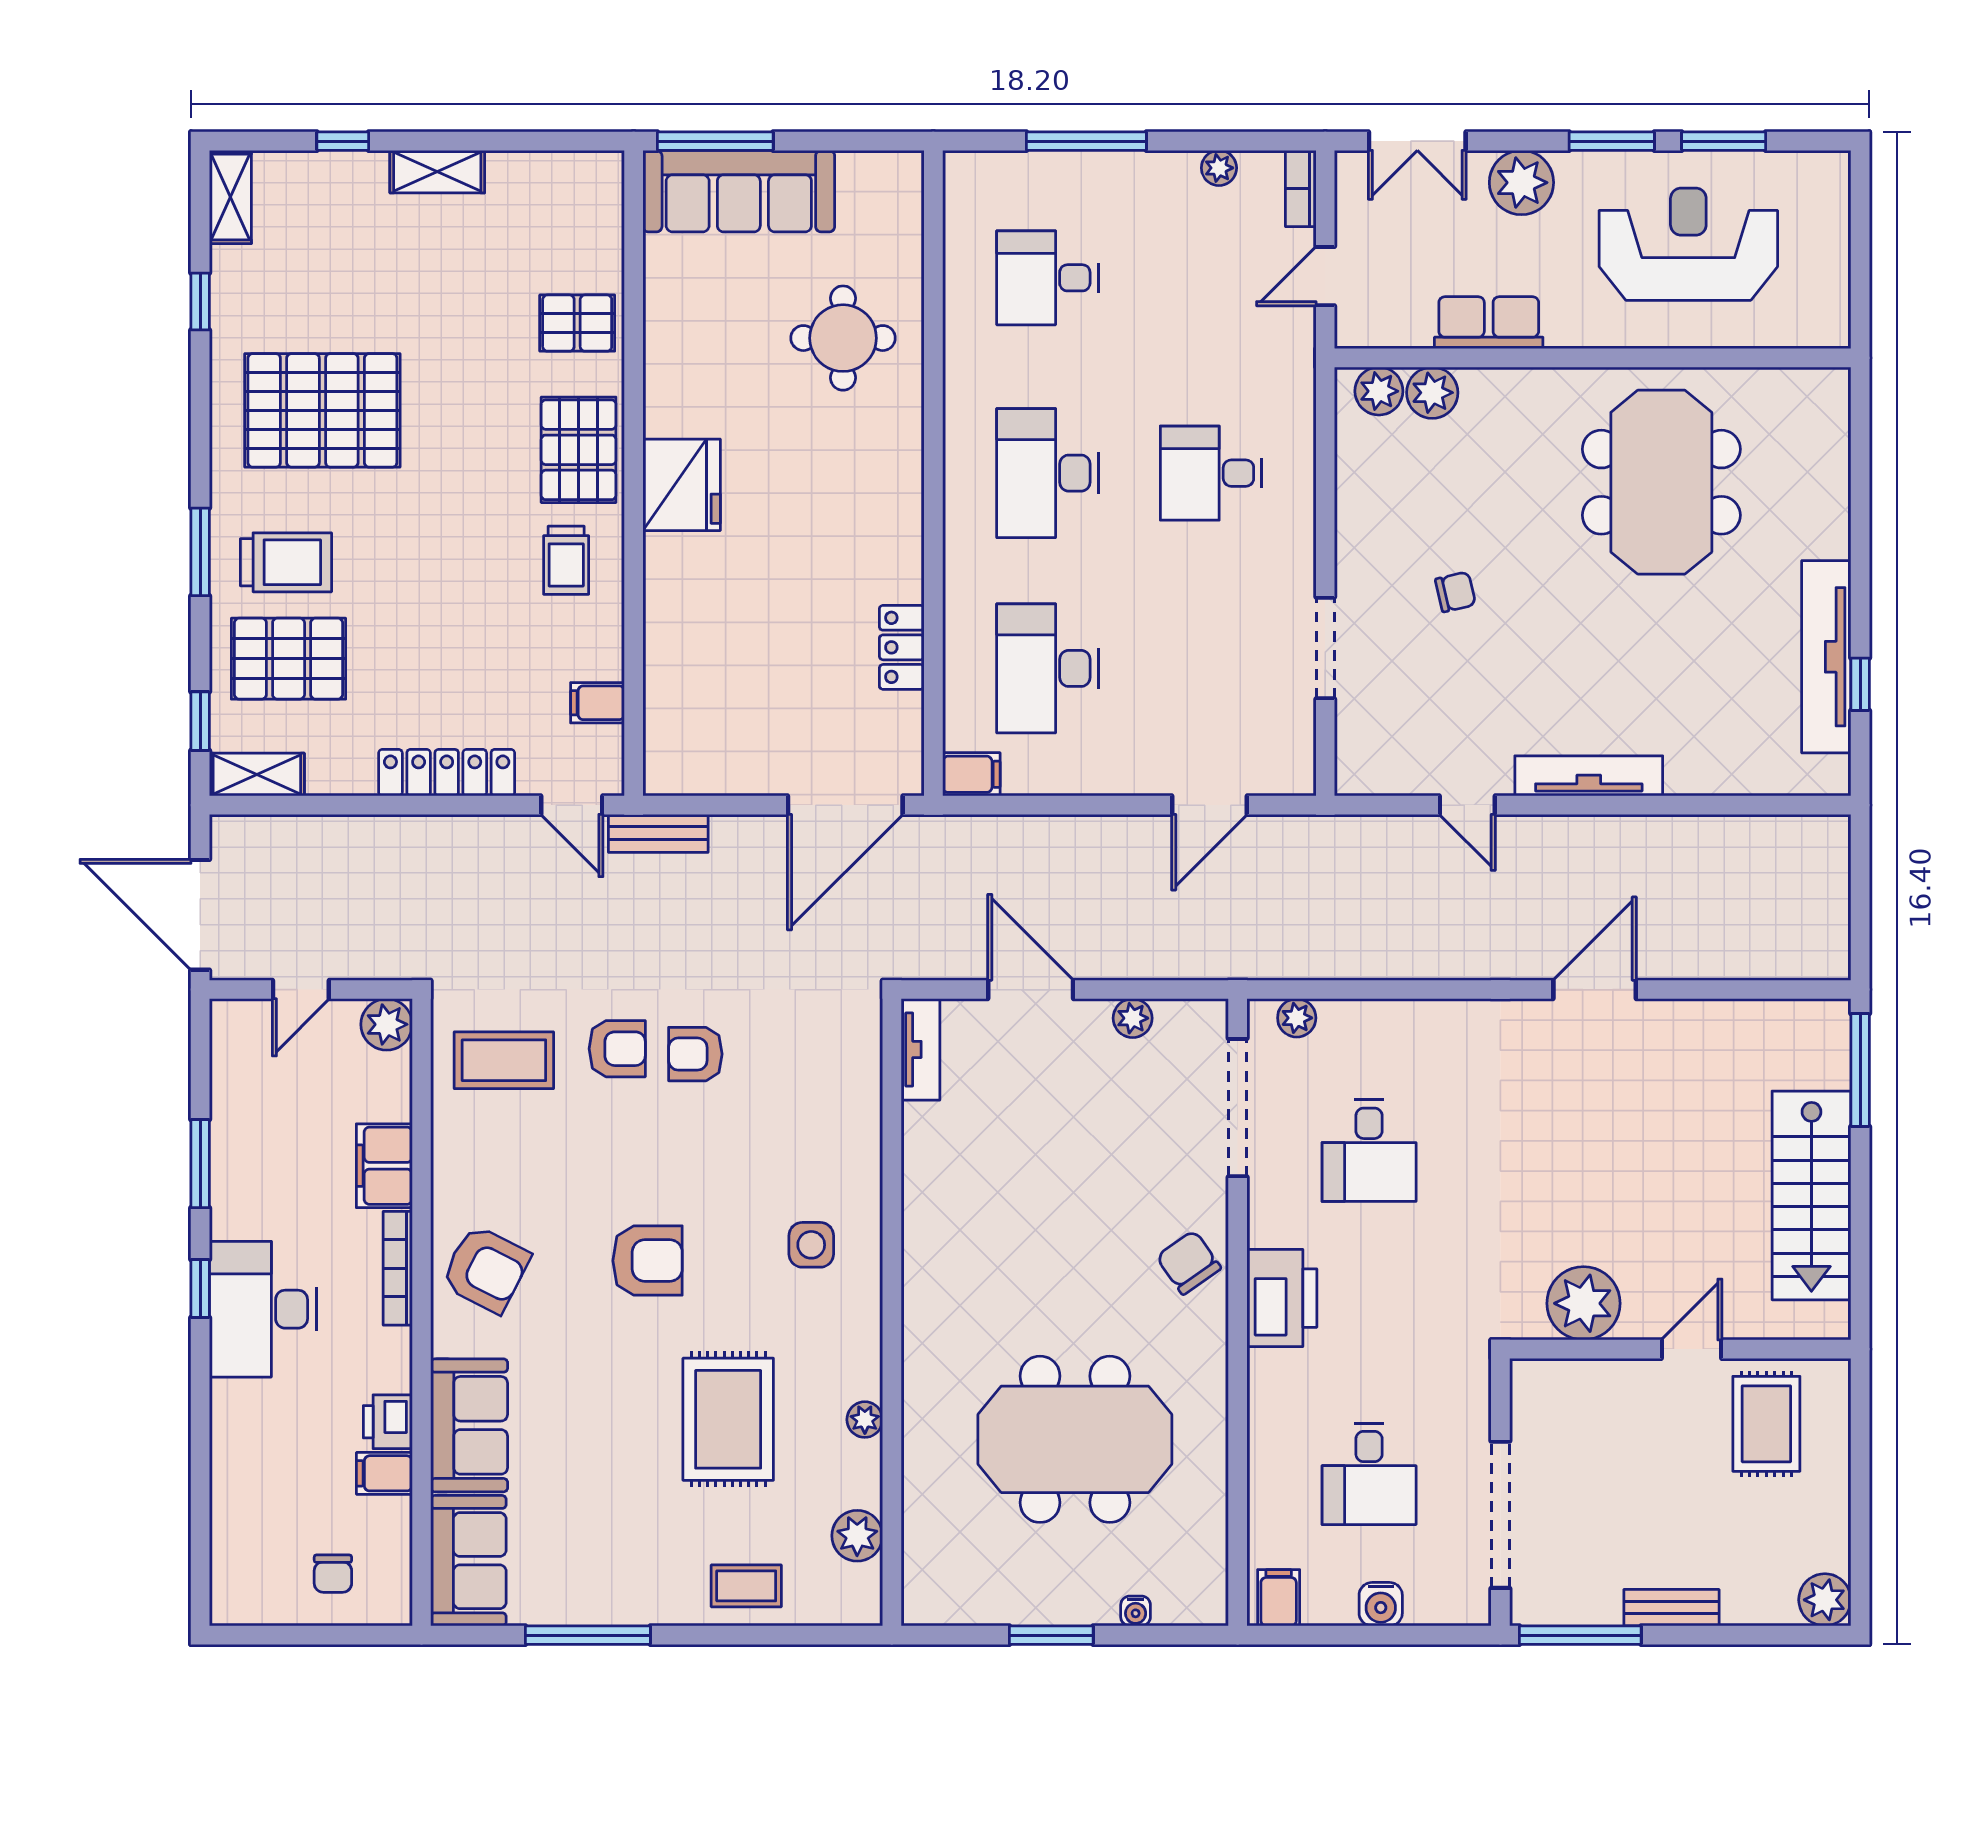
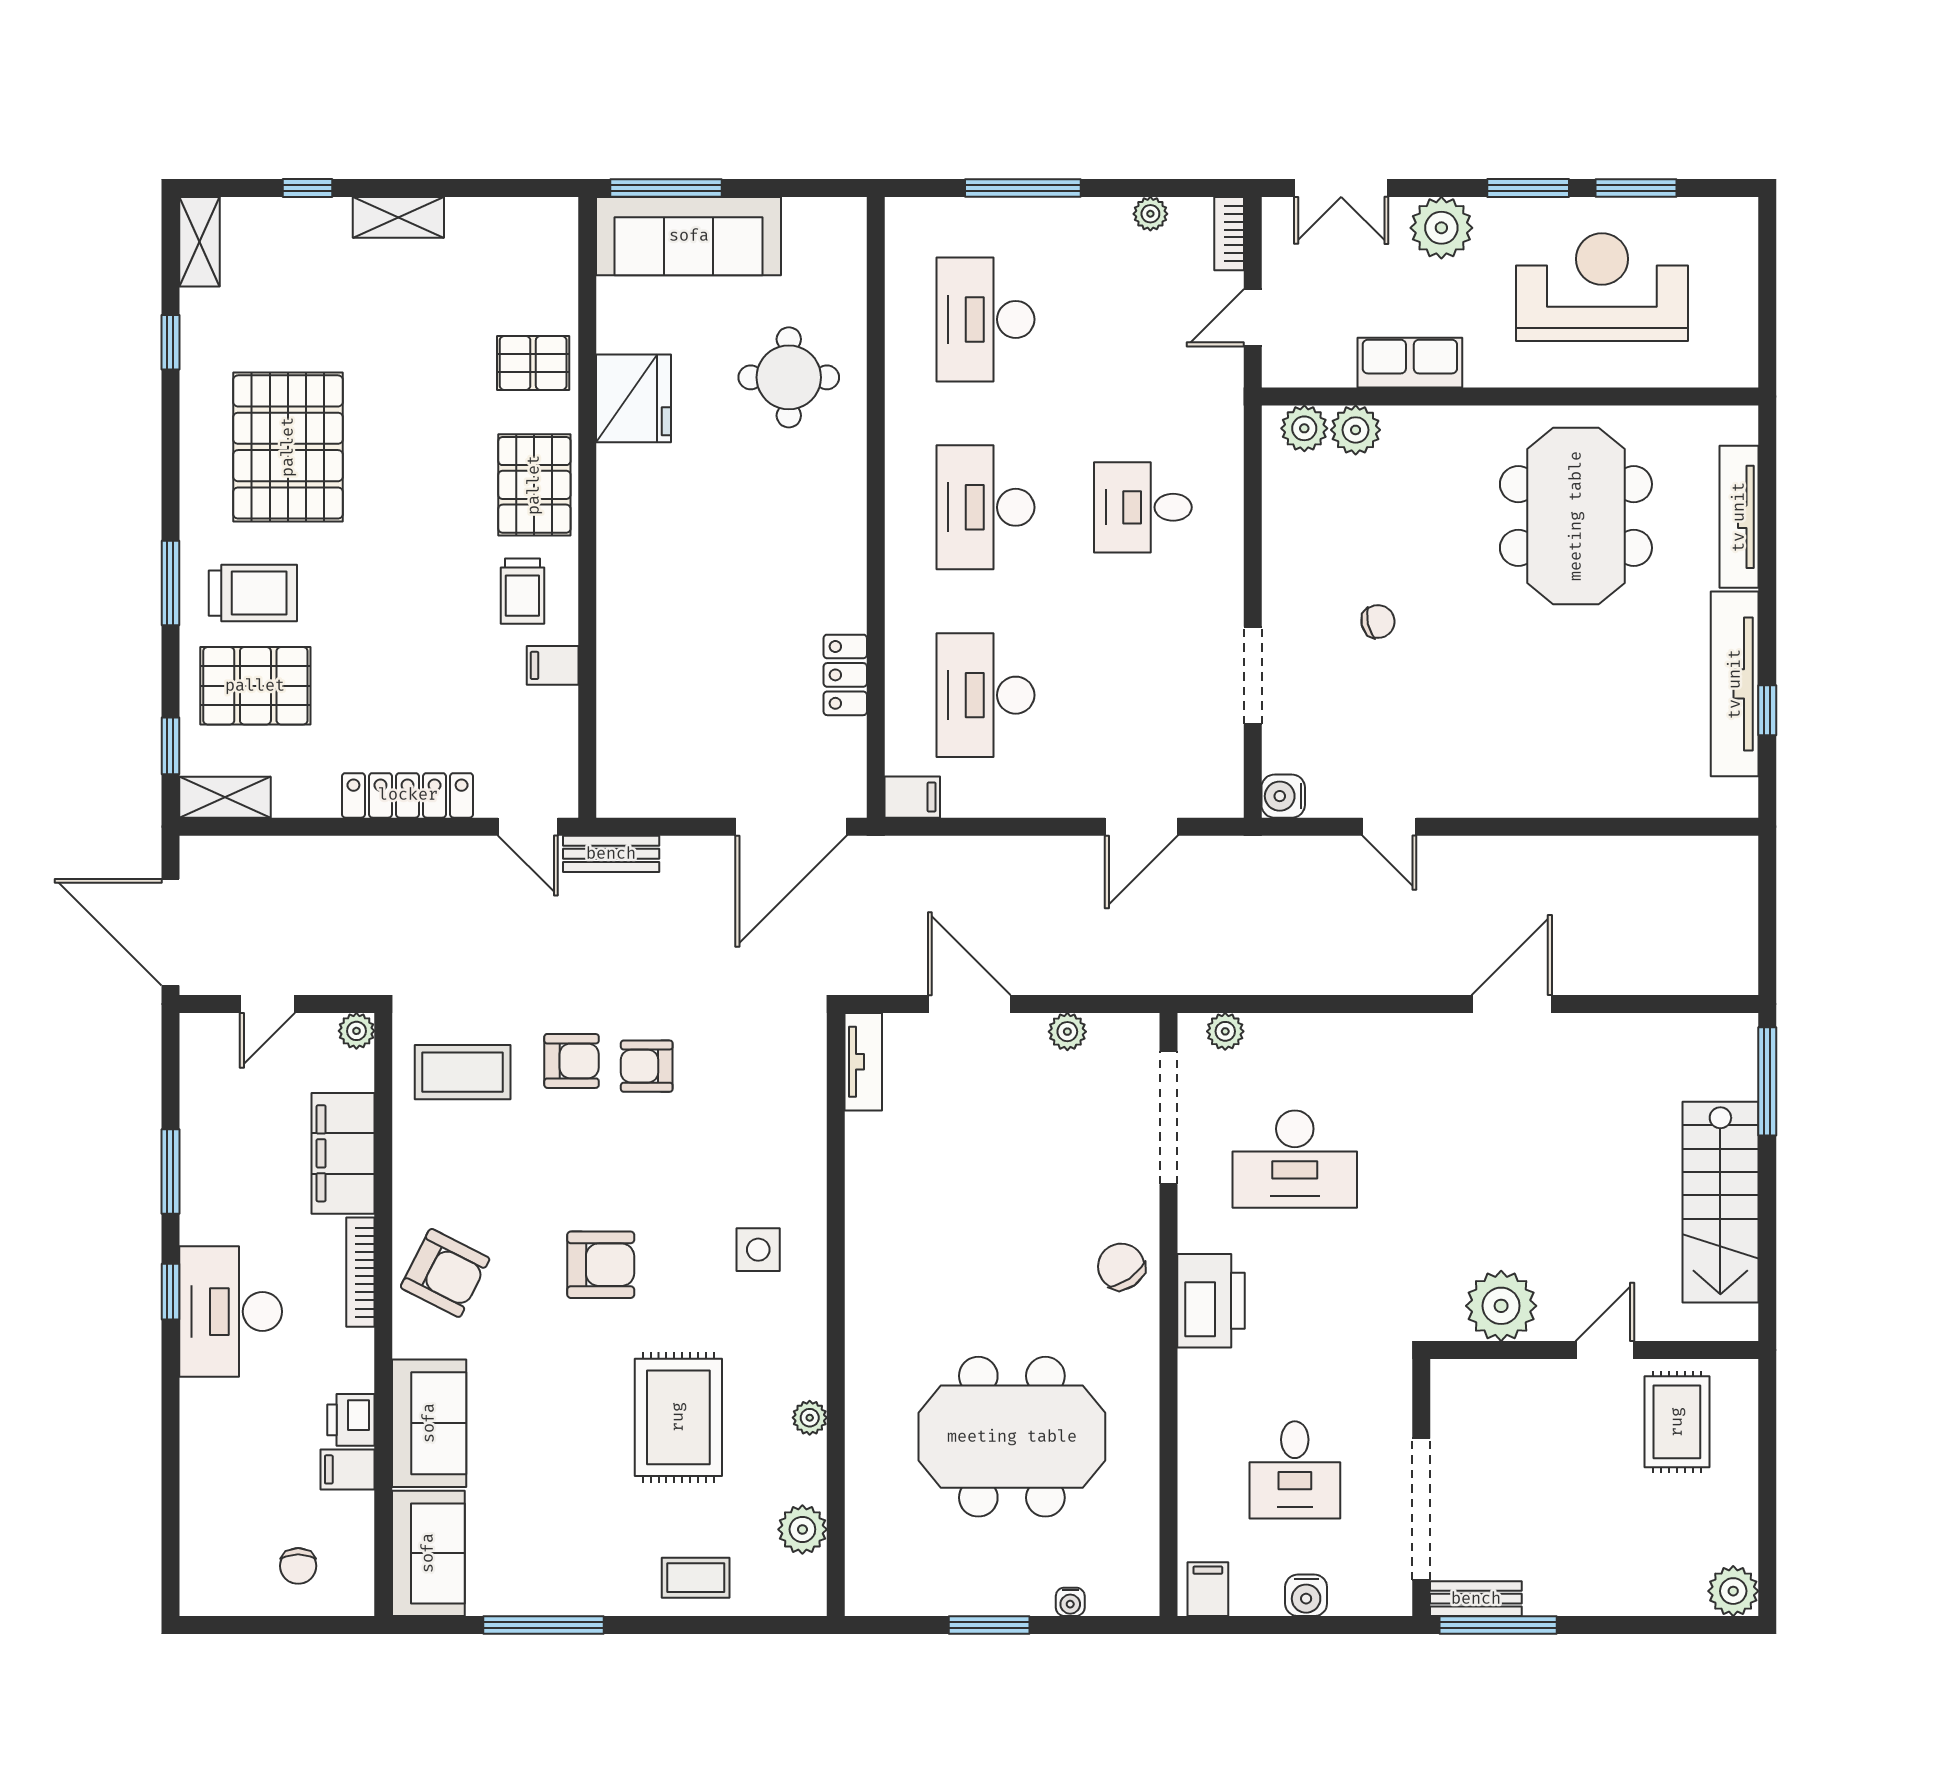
desk: (1047, 278) -> (985, 319), width x1.37
pallet: (322, 410) -> (288, 447), turned 90
fridge: (682, 485) -> (634, 398), moved
filing cabinet: (597, 703) -> (553, 665), moved
water cooler: (1357, 773) -> (1283, 796), added
tv unit: (1589, 776) -> (1739, 517), moved, turned -90
plant: (387, 1024) -> (356, 1031), width x0.73, depth x0.73
desk: (1369, 1151) -> (1295, 1159), width x1.37
filing cabinet: (384, 1166) -> (343, 1153), width x1.50, depth x1.17
bench: (1671, 1608) -> (1476, 1599), moved

